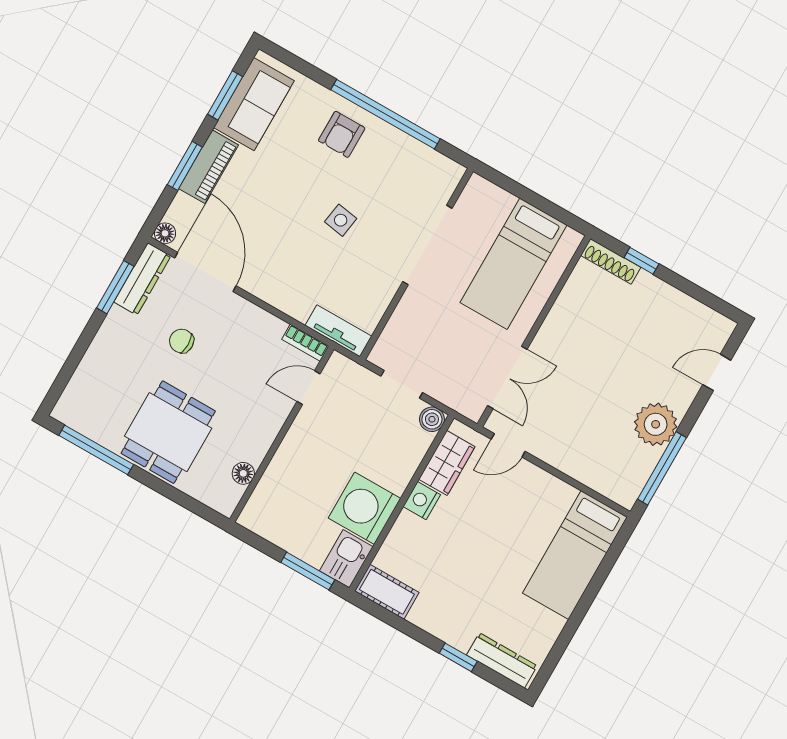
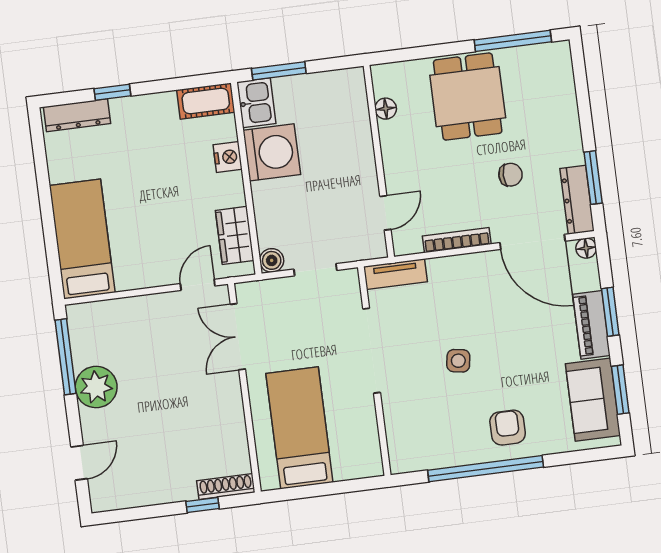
doorway: (427, 245) -> (372, 351), moved
bookcase: (305, 343) -> (457, 240), moved, width x1.56
nightstand: (422, 501) -> (228, 157), moved

